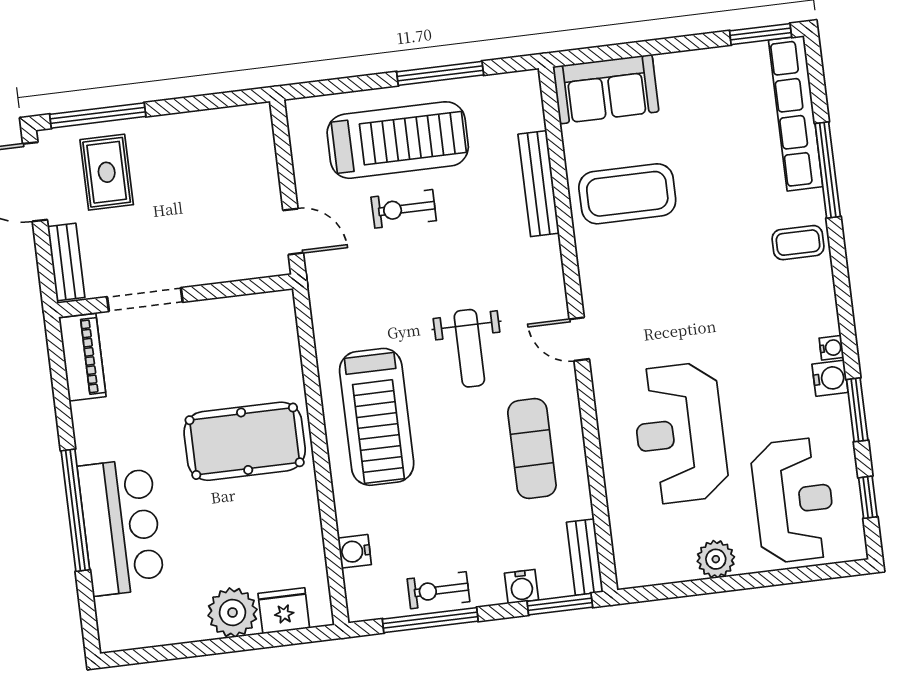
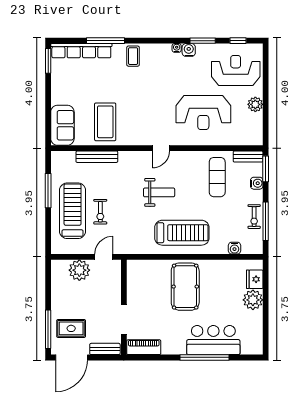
plant: (253, 175) -> (79, 270), added
exercise mat: (532, 449) -> (217, 177), moved, turned 90

